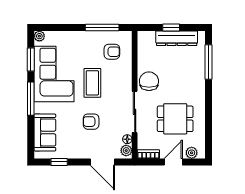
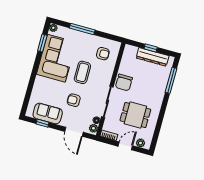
window: (102, 28) -> (82, 29), moved
chair: (149, 81) -> (124, 82), turned 180
window: (31, 99) -> (35, 71), removed
sofa: (45, 132) -> (48, 113), moved, turned -90

